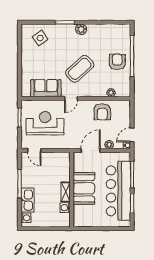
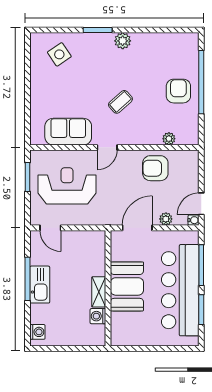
coffee table: (80, 69) -> (120, 102), width x0.54, depth x0.58
armchair: (102, 112) -> (155, 168), turned 90
kitchen sink: (27, 200) -> (40, 285), moved

